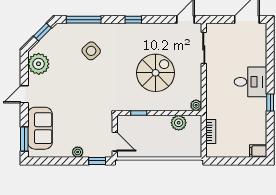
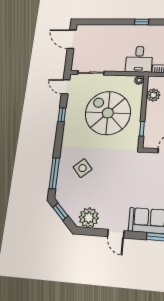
window: (133, 20) -> (62, 115), moved
spiral stairs: (156, 73) -> (108, 113), width x1.37, depth x1.37
desk: (250, 82) -> (139, 59), moved, turned 180

